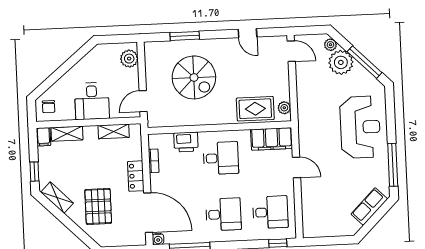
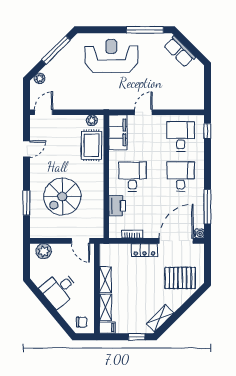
plant: (341, 62) -> (55, 70), removed
spiral stairs: (194, 77) -> (62, 197), turned 180
desk: (92, 101) -> (59, 289), moved, turned 140
shelving: (114, 131) -> (105, 280), moved
pallet: (98, 206) -> (180, 278), moved

